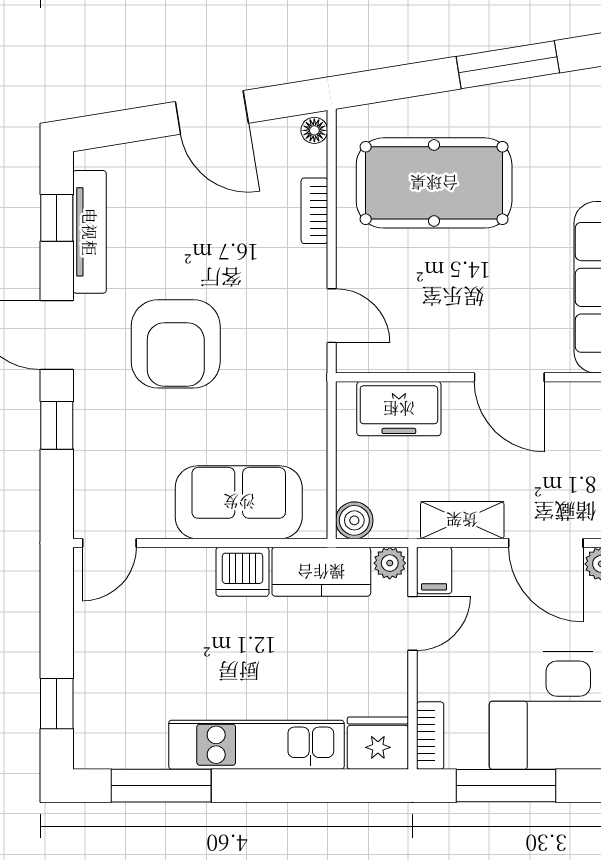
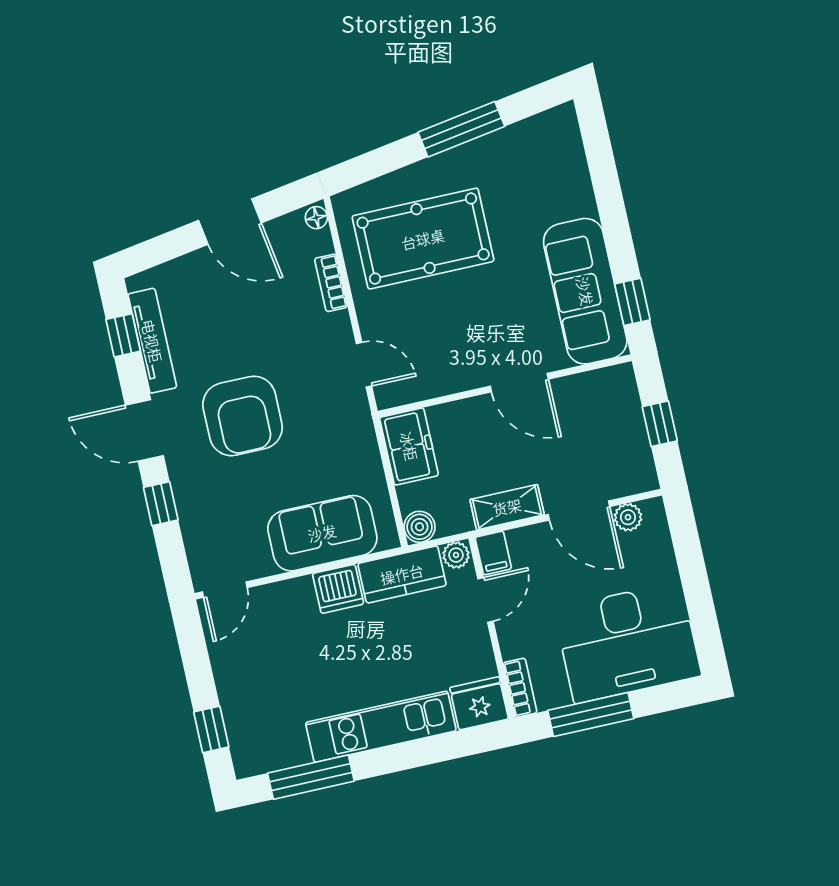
freezer: (399, 409) -> (409, 446), moved, turned -90

